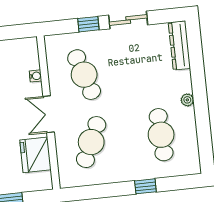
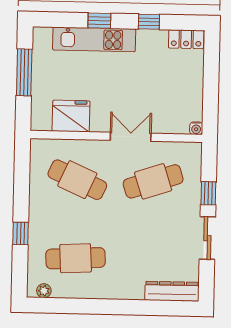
water cooler: (36, 76) -> (196, 128), moved
plant: (187, 100) -> (44, 291), moved
double door: (49, 114) -> (131, 137), moved

